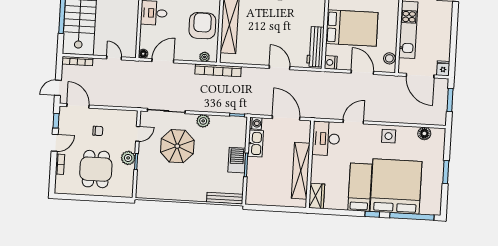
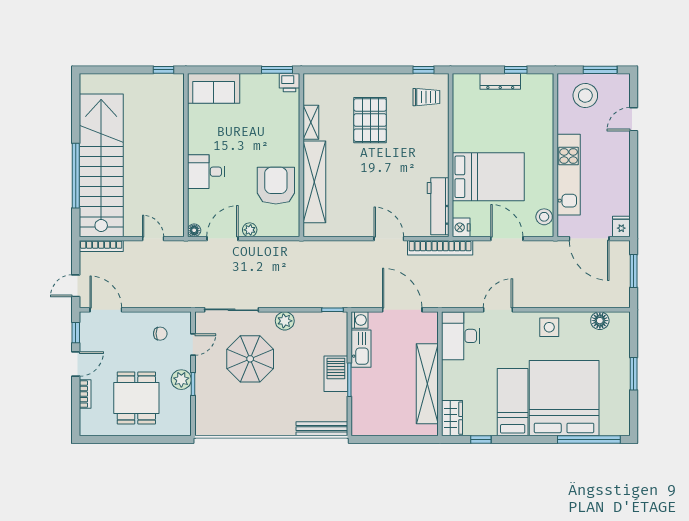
plant: (205, 57) -> (250, 230), moved
bookcase: (218, 70) -> (440, 248), moved
chair: (98, 131) -> (160, 334), moved
window: (372, 214) -> (481, 439), moved

